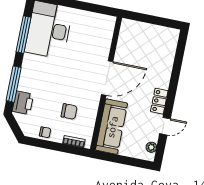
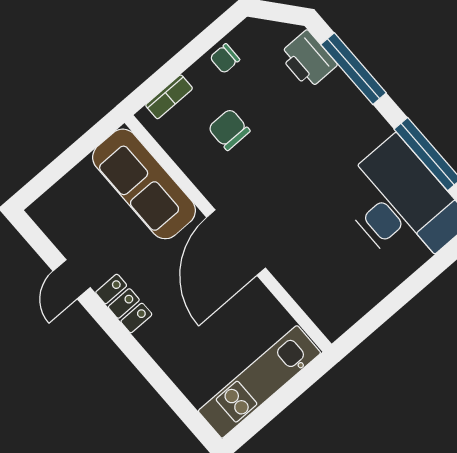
kitchen unit: (150, 32) -> (259, 382), added
chair: (69, 111) -> (229, 129), turned 90
plant: (151, 147) -> (53, 226), removed

